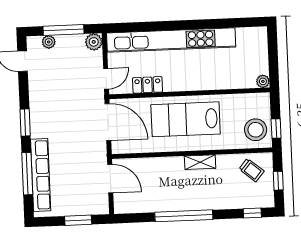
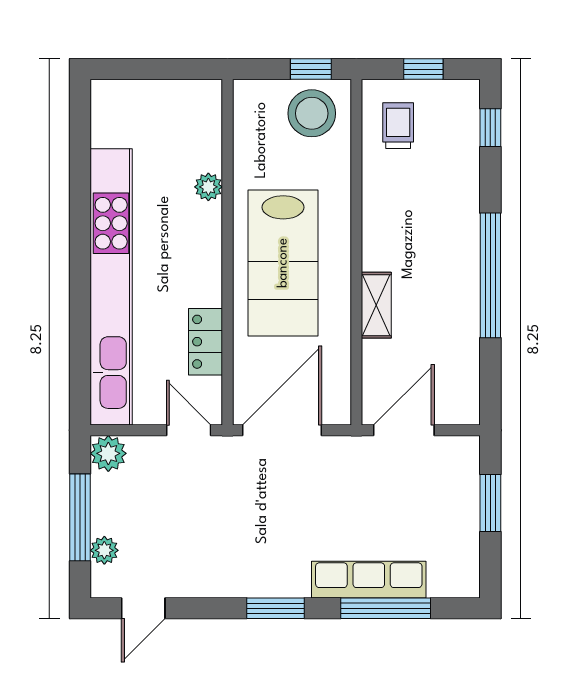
plant: (263, 81) -> (208, 187), moved
shelving: (200, 162) -> (376, 305), moved
trolley: (252, 170) -> (398, 126), turned -40
row of seats: (41, 175) -> (369, 580), width x0.73

